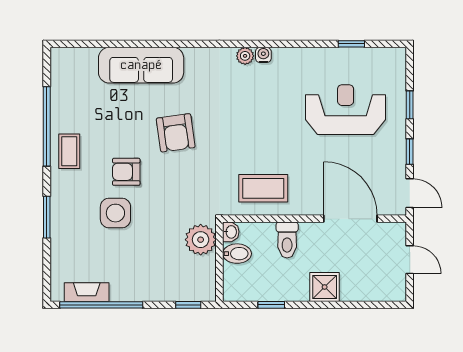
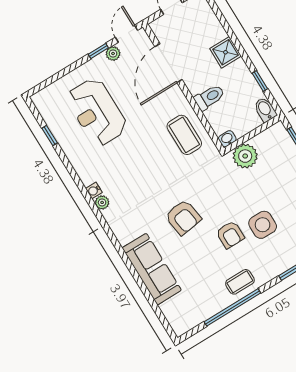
window: (410, 105) -> (67, 70), removed
armchair: (176, 133) -> (183, 217), turned 90
plant: (397, 166) -> (113, 54), added
bidet: (237, 254) -> (265, 110), moved

